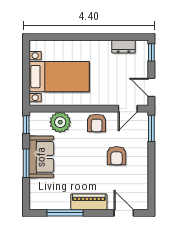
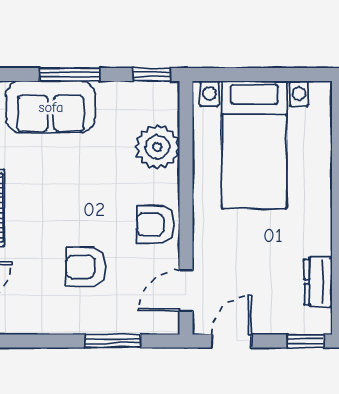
door: (128, 109) -> (186, 291), hinge flipped
window: (151, 128) -> (113, 341), moved
sofa: (41, 157) -> (51, 107), moved

